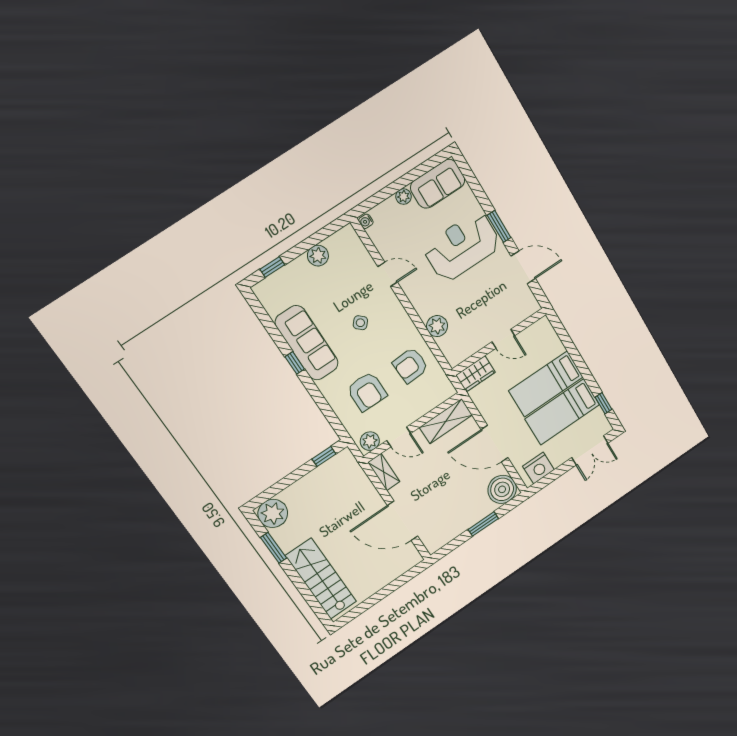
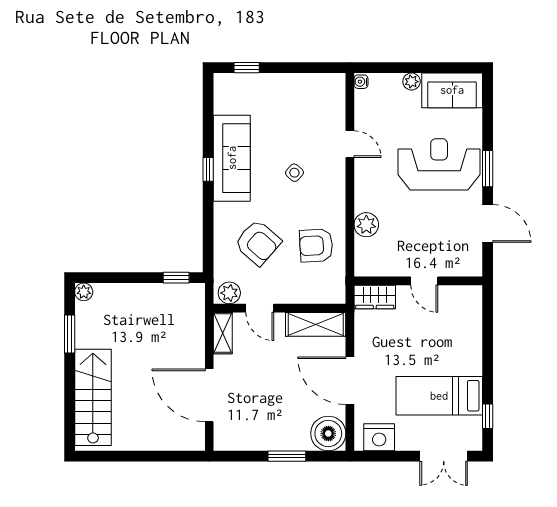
plant: (318, 256) -> (295, 84), removed
bed: (546, 384) -> (440, 356), removed
armchair: (367, 392) -> (258, 243), turned -49
plant: (273, 513) -> (84, 292), width x0.53, depth x0.53

